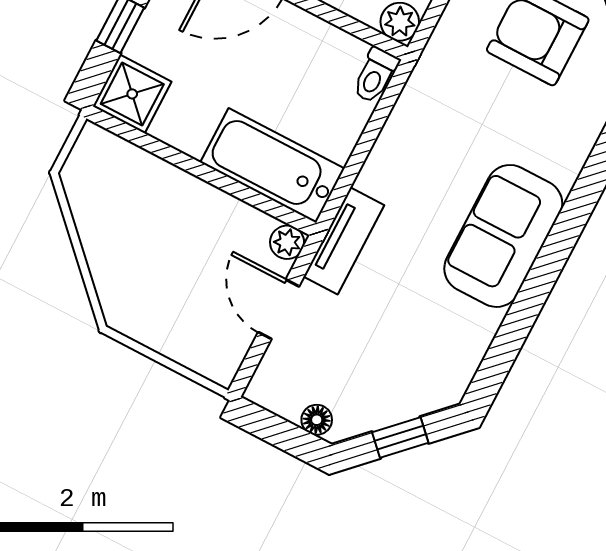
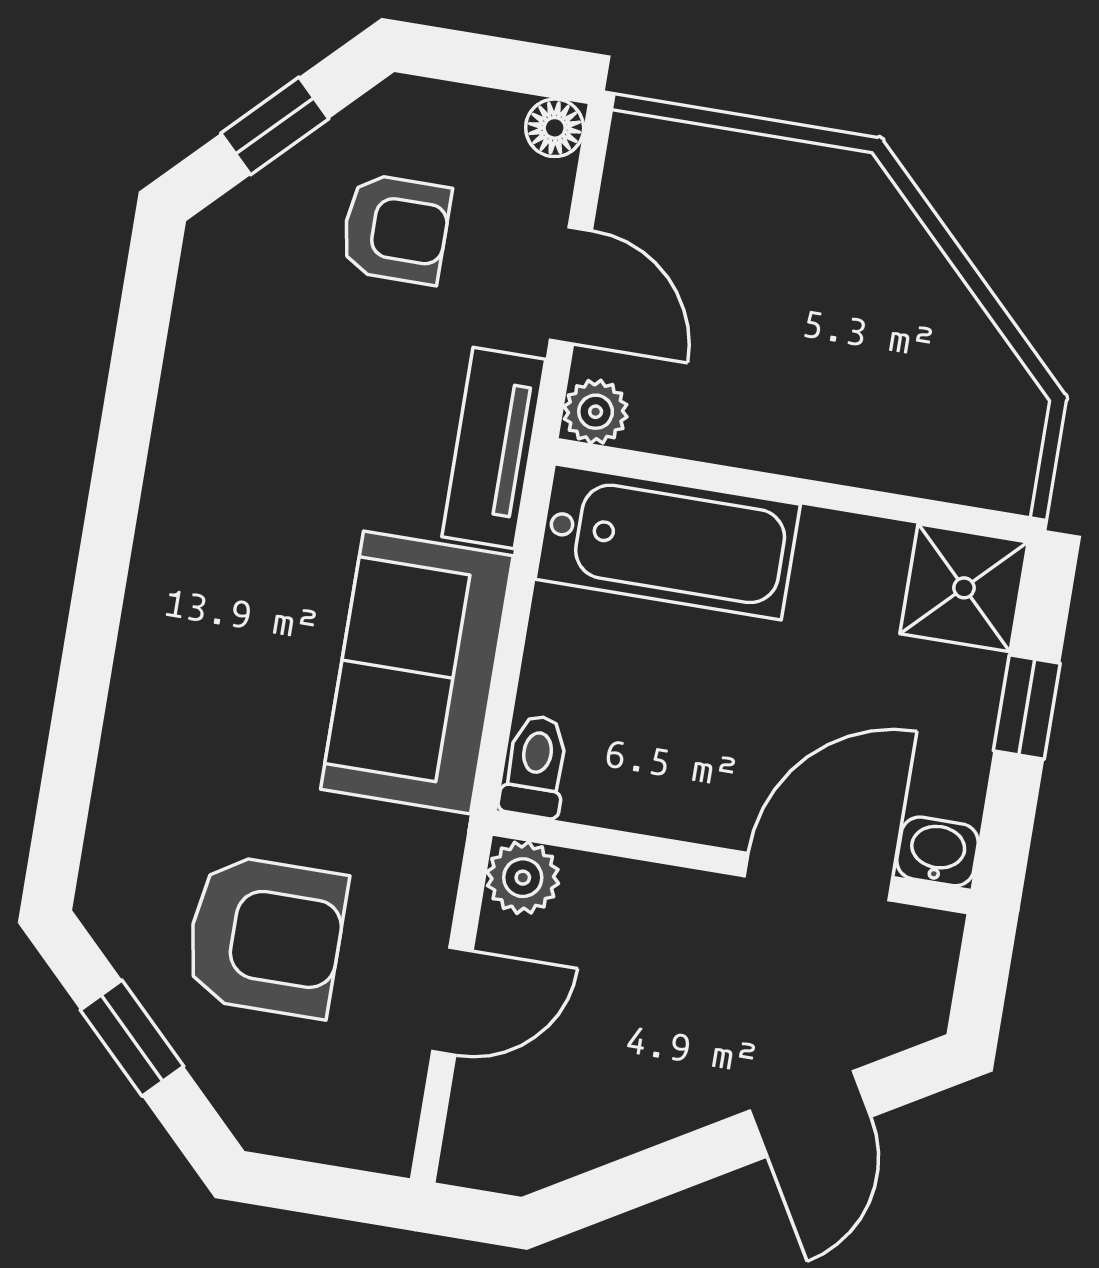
sofa: (503, 236) -> (417, 673), moved, turned 180
armchair: (357, 366) -> (396, 229), added
floor lamp: (317, 420) -> (555, 128), moved

